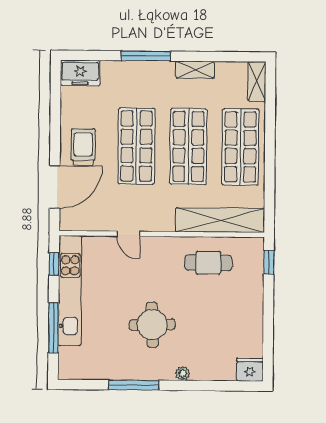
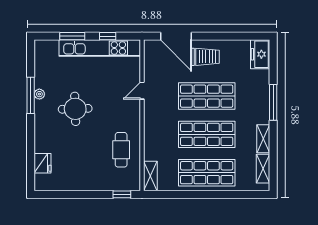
shelving: (257, 81) -> (263, 169), moved, turned 90
shelving: (220, 220) -> (150, 176), width x0.45, depth x0.75
window: (54, 264) -> (108, 36), moved
window: (53, 328) -> (72, 36), width x0.69
fridge: (250, 370) -> (42, 163), moved
plant: (183, 373) -> (39, 94), moved

